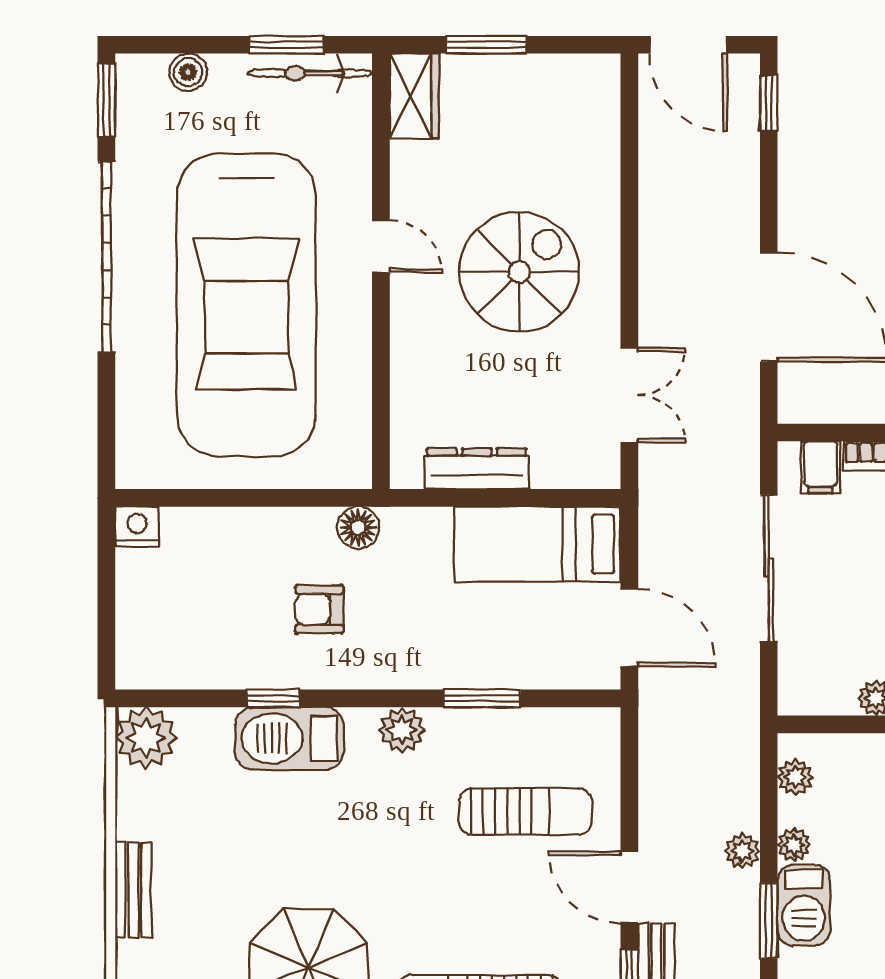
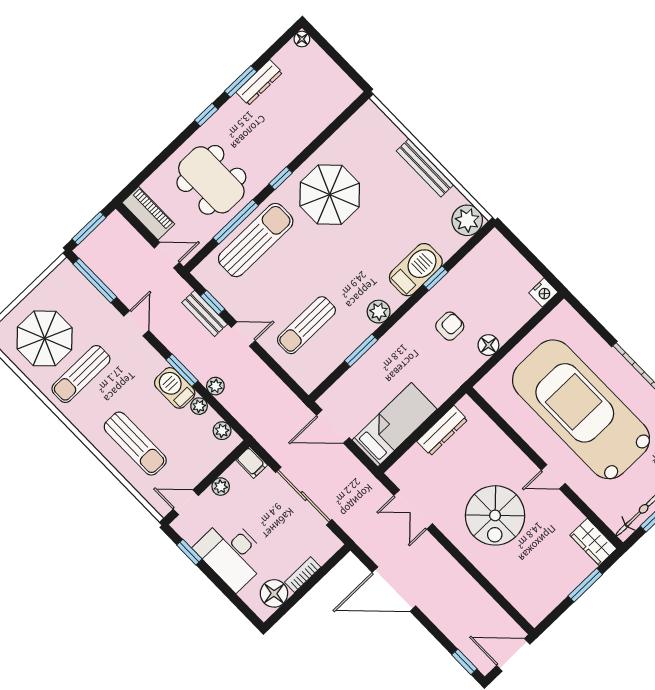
filing cabinet: (820, 467) -> (252, 462), moved, turned 180
floor lamp: (358, 528) -> (488, 345), moved
door: (629, 887) -> (243, 334), width x0.73
bench: (133, 890) -> (425, 168), width x1.36

